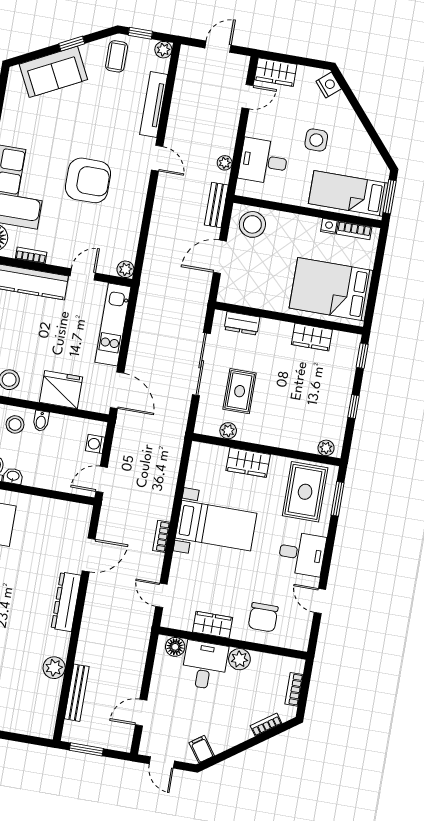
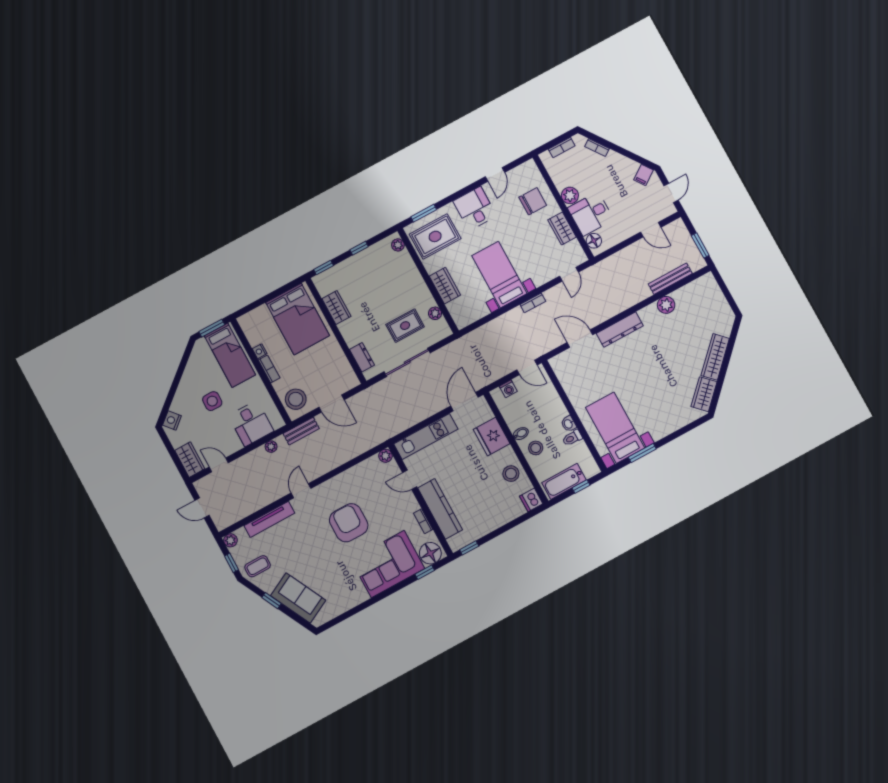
bookcase: (354, 230) -> (269, 369), moved

